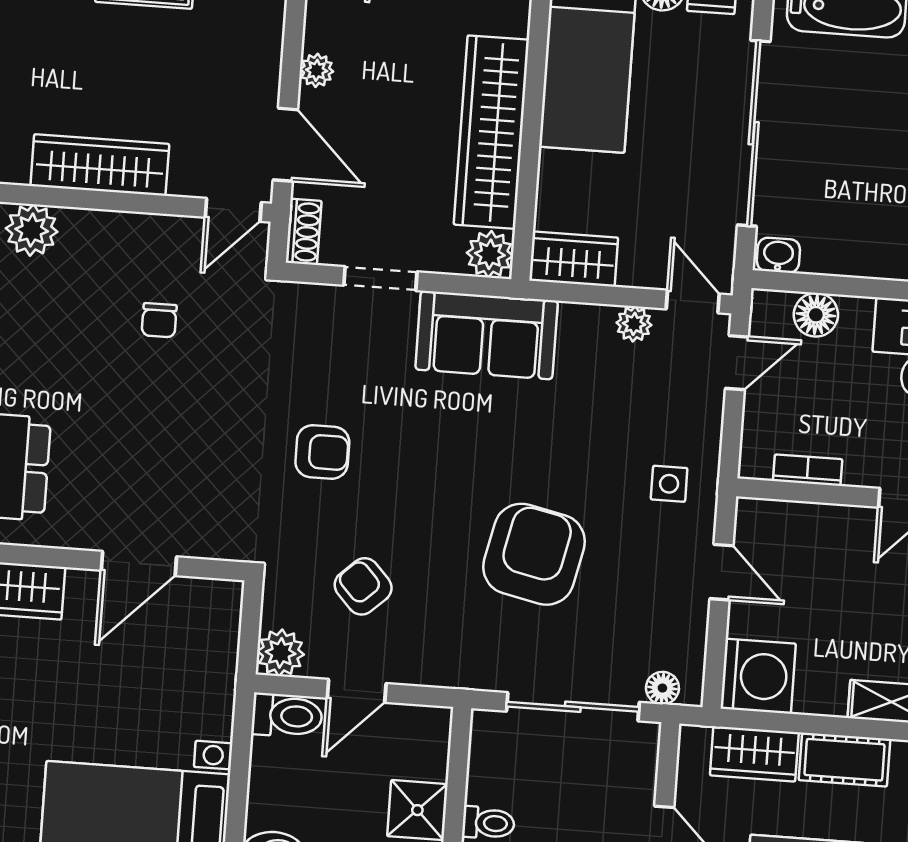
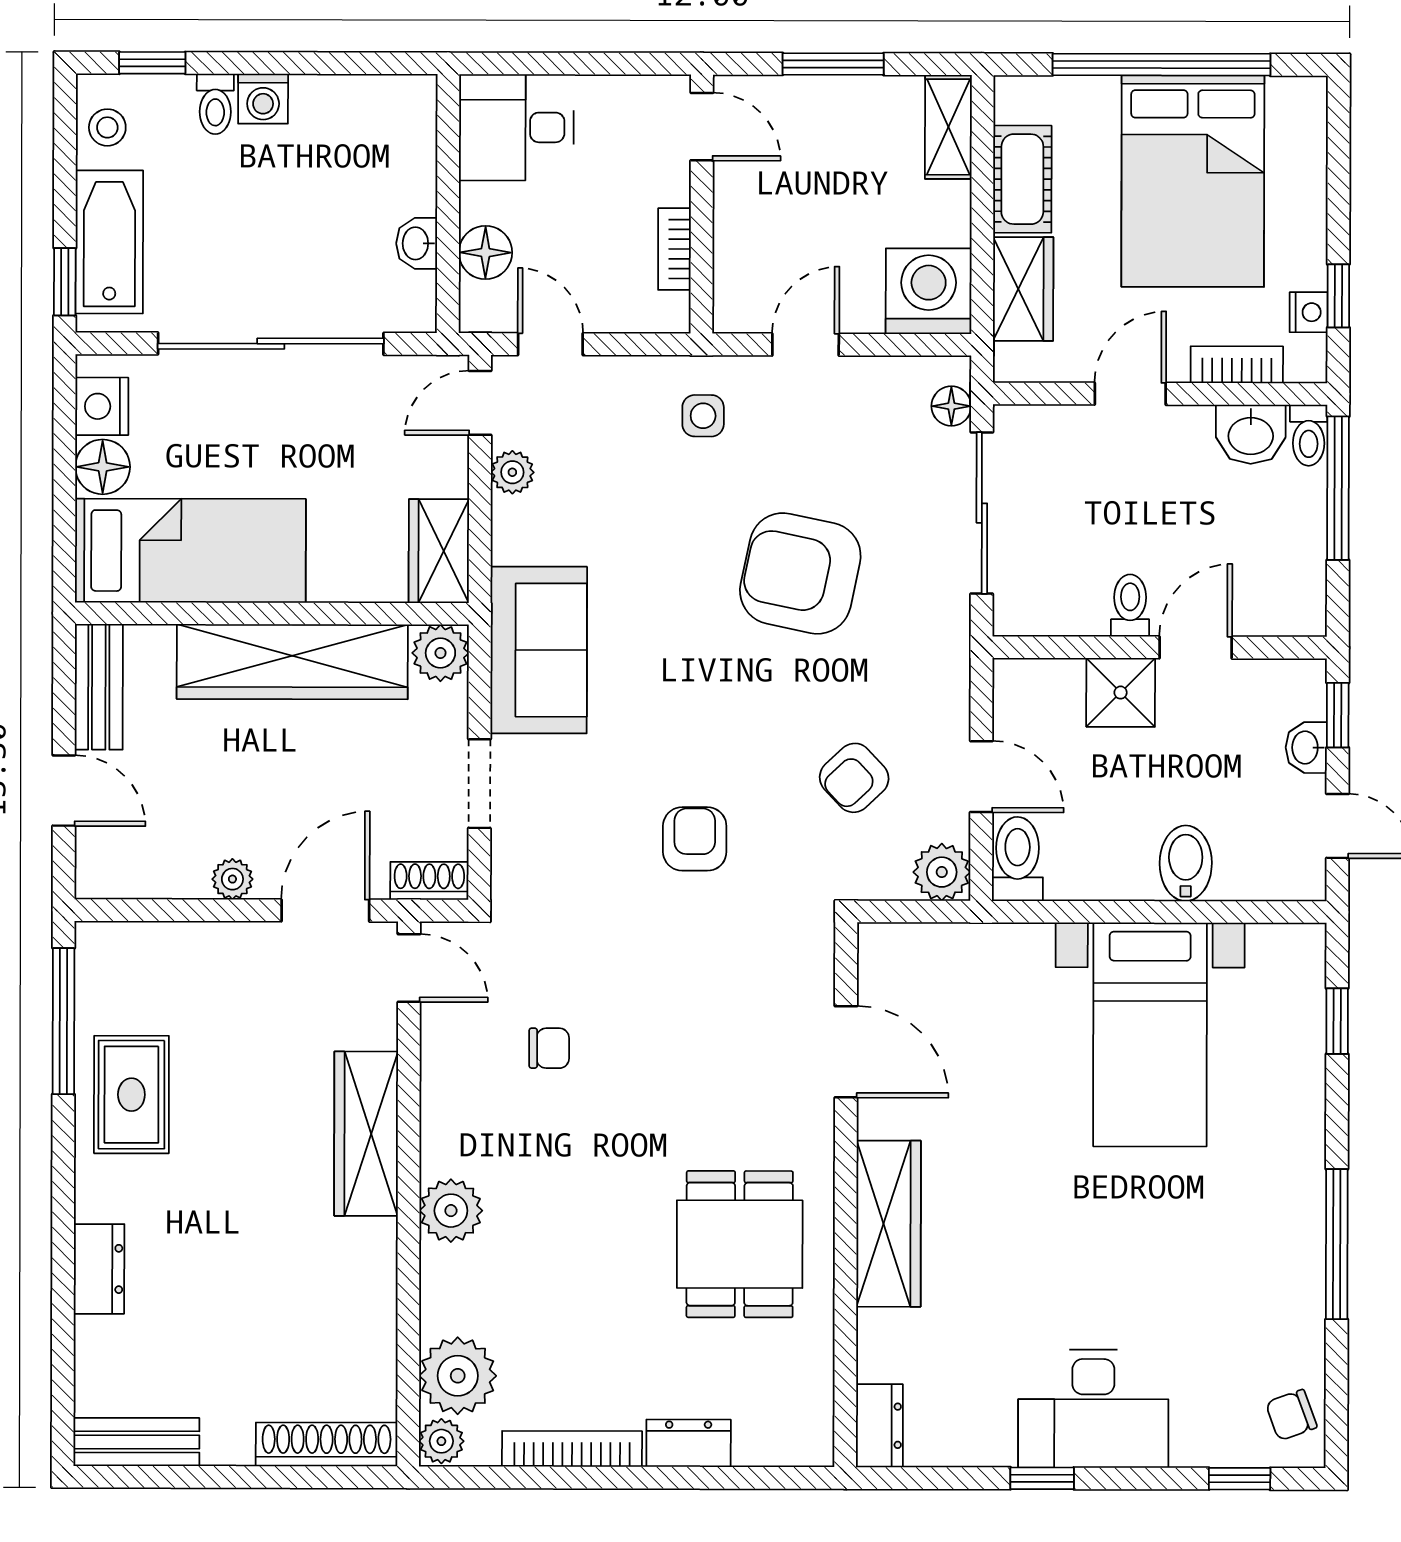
washbasin: (778, 255) -> (417, 243), moved

